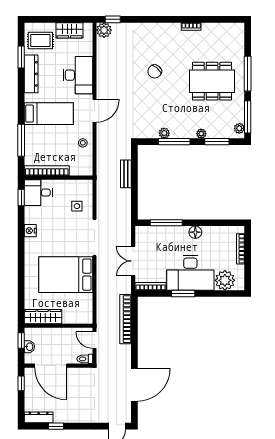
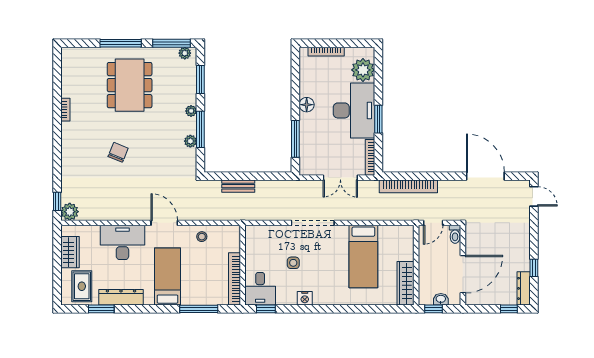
chair: (155, 71) -> (118, 152), turned -109
plant: (201, 134) -> (191, 111), moved
side table: (77, 206) -> (293, 263), moved
bed: (66, 275) -> (363, 257), width x0.67
window: (21, 383) -> (509, 309), moved

